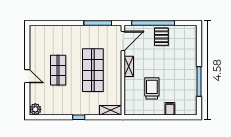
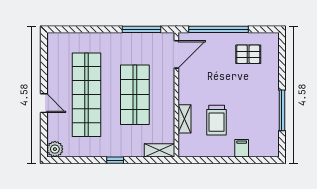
pallet: (161, 37) -> (248, 54), moved, turned 90
shelving: (129, 66) -> (185, 119), moved
shop shelf: (58, 70) -> (86, 95), width x2.00, depth x1.36
trolley: (152, 88) -> (217, 120), turned 180

